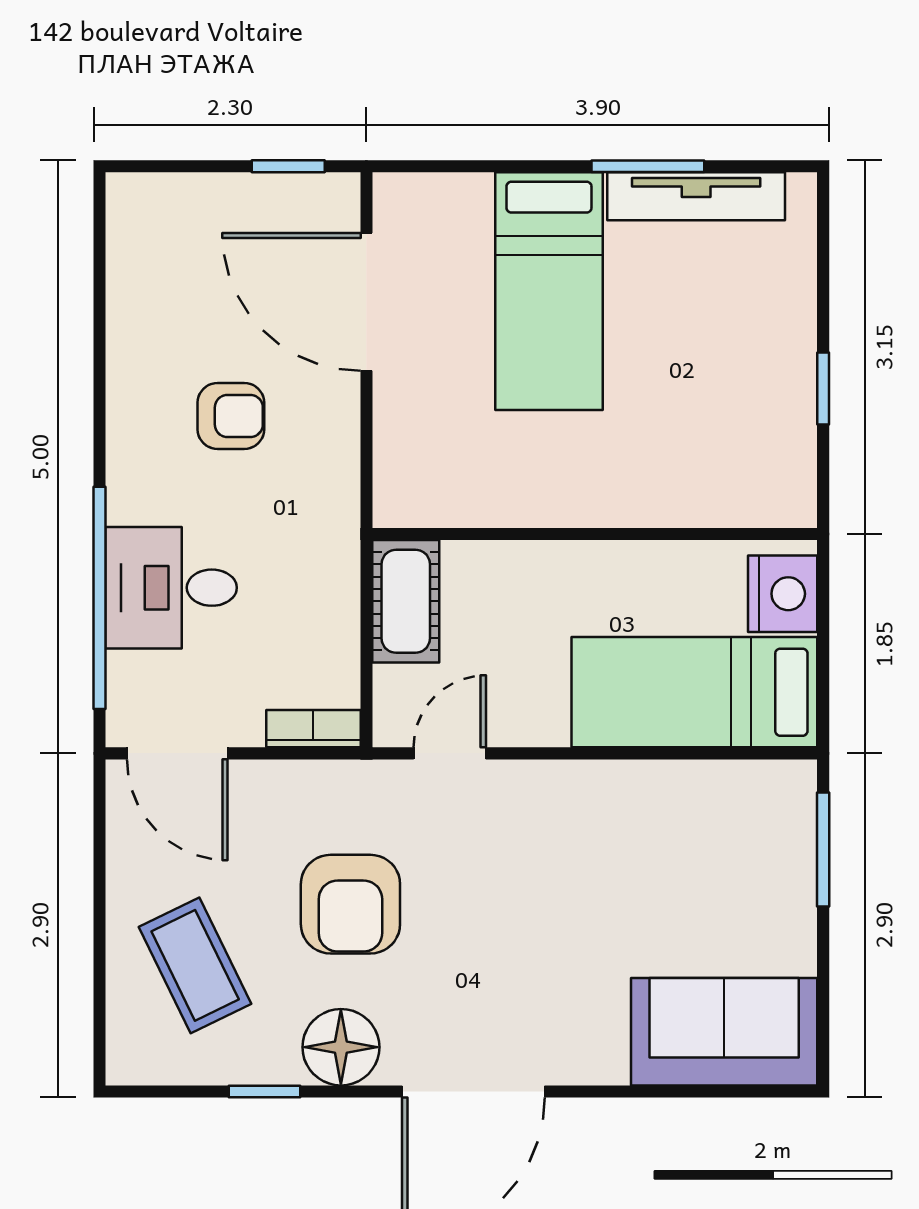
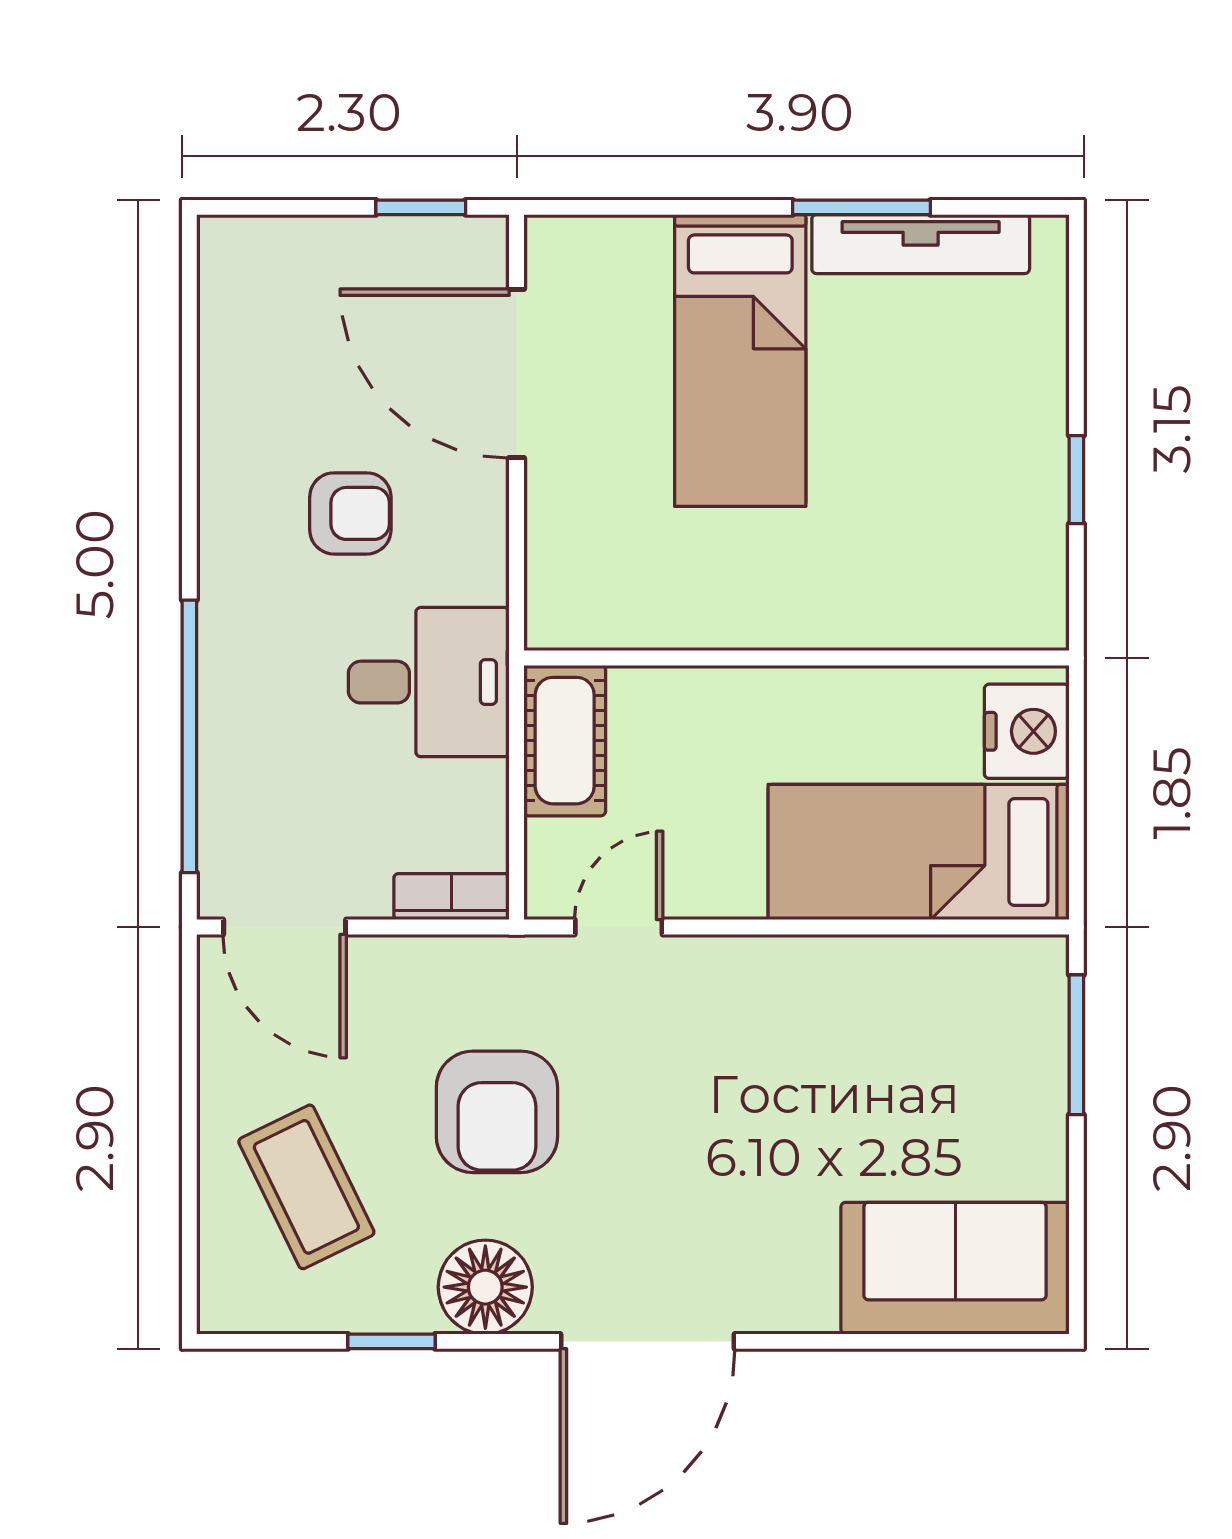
desk: (171, 588) -> (429, 682), moved, turned 180

